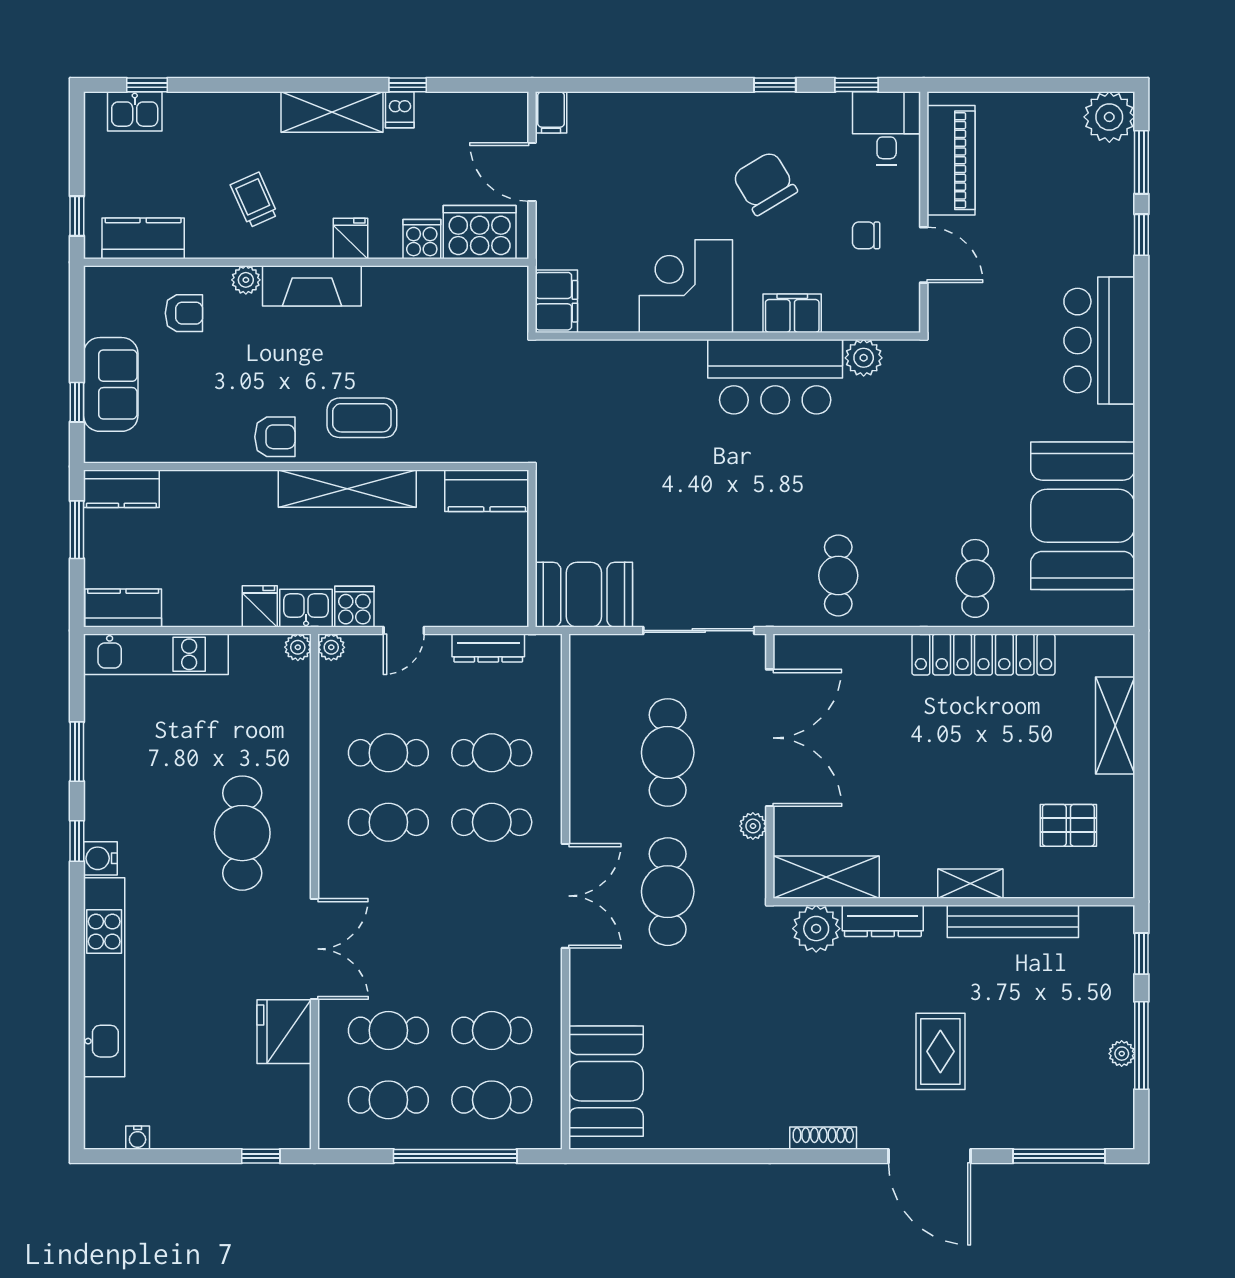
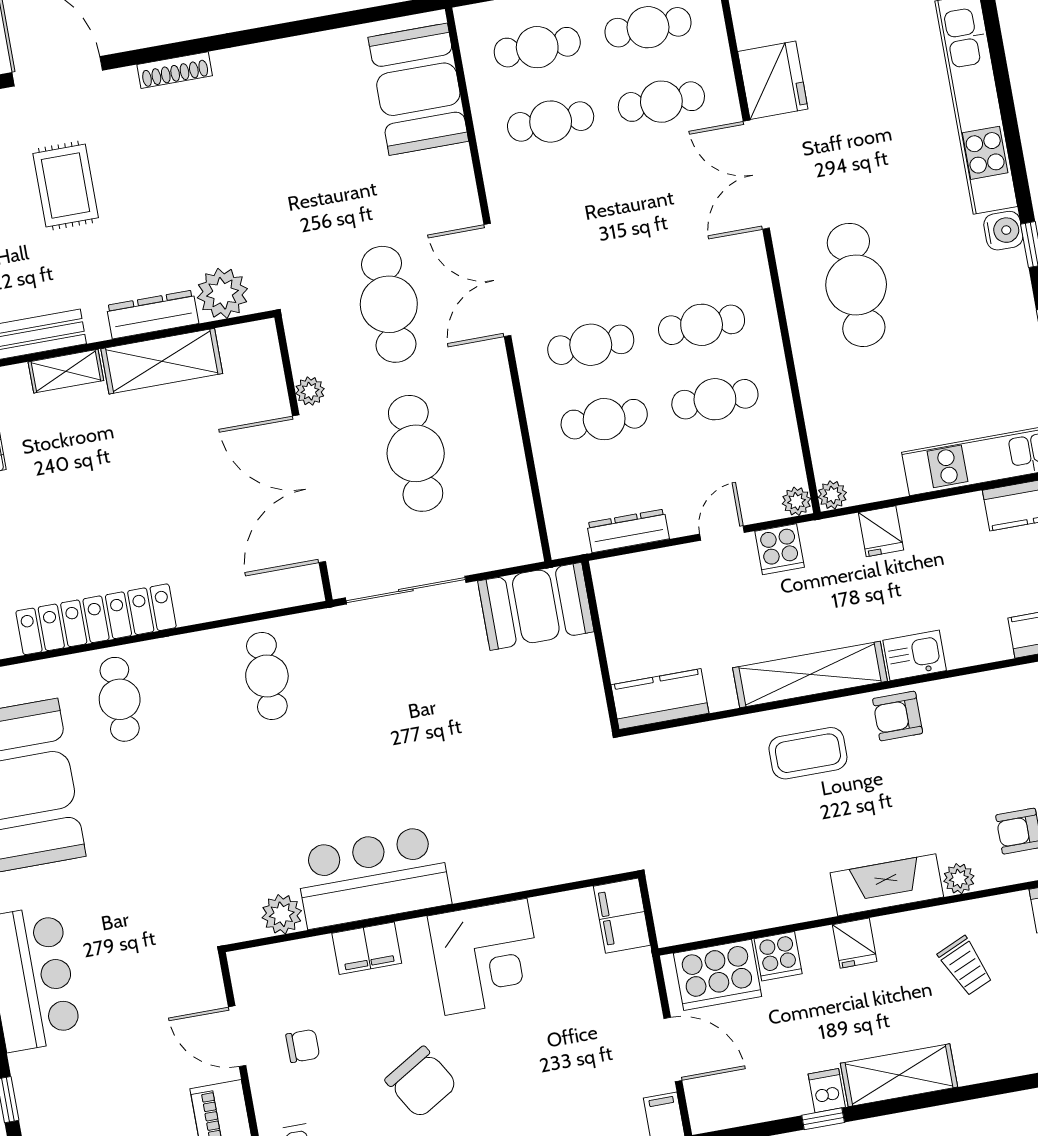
kitchen sink: (306, 608) -> (915, 655), moved, turned 180
shelving: (826, 877) -> (162, 361), moved

